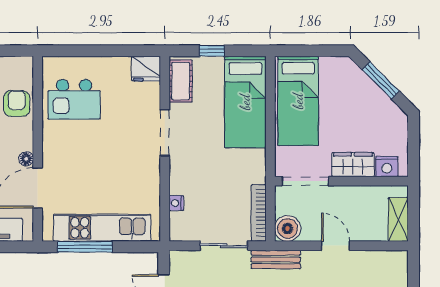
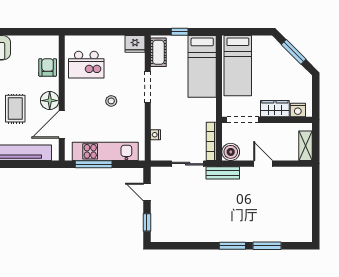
stool: (111, 153) -> (111, 101), added
floor lamp: (26, 159) -> (50, 101), width x1.89, depth x1.89

